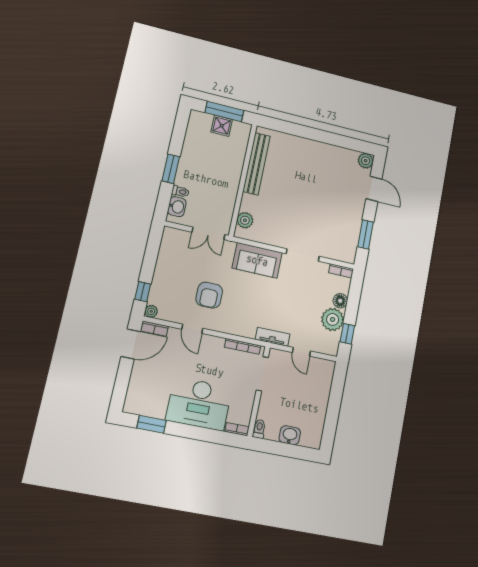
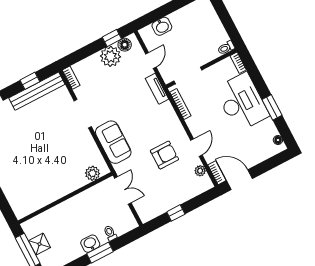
bench: (256, 164) -> (37, 91), moved
washbasin: (177, 207) -> (90, 244), moved
window: (366, 234) -> (30, 81), width x0.67
window: (143, 292) -> (176, 213), moved
floor lamp: (340, 301) -> (125, 45), moved
plant: (151, 311) -> (200, 171), moved
floor lamp: (137, 409) -> (278, 140), added
window: (151, 424) -> (272, 107), moved
washbasin: (290, 435) -> (162, 26), moved, turned -90

